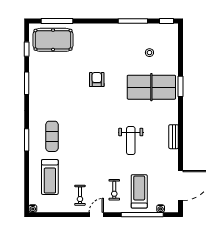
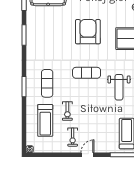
armchair: (97, 80) -> (88, 32), width x1.88, depth x1.88
exercise mat: (95, 125) -> (87, 73), added
exercise bike: (114, 190) -> (67, 111), moved

